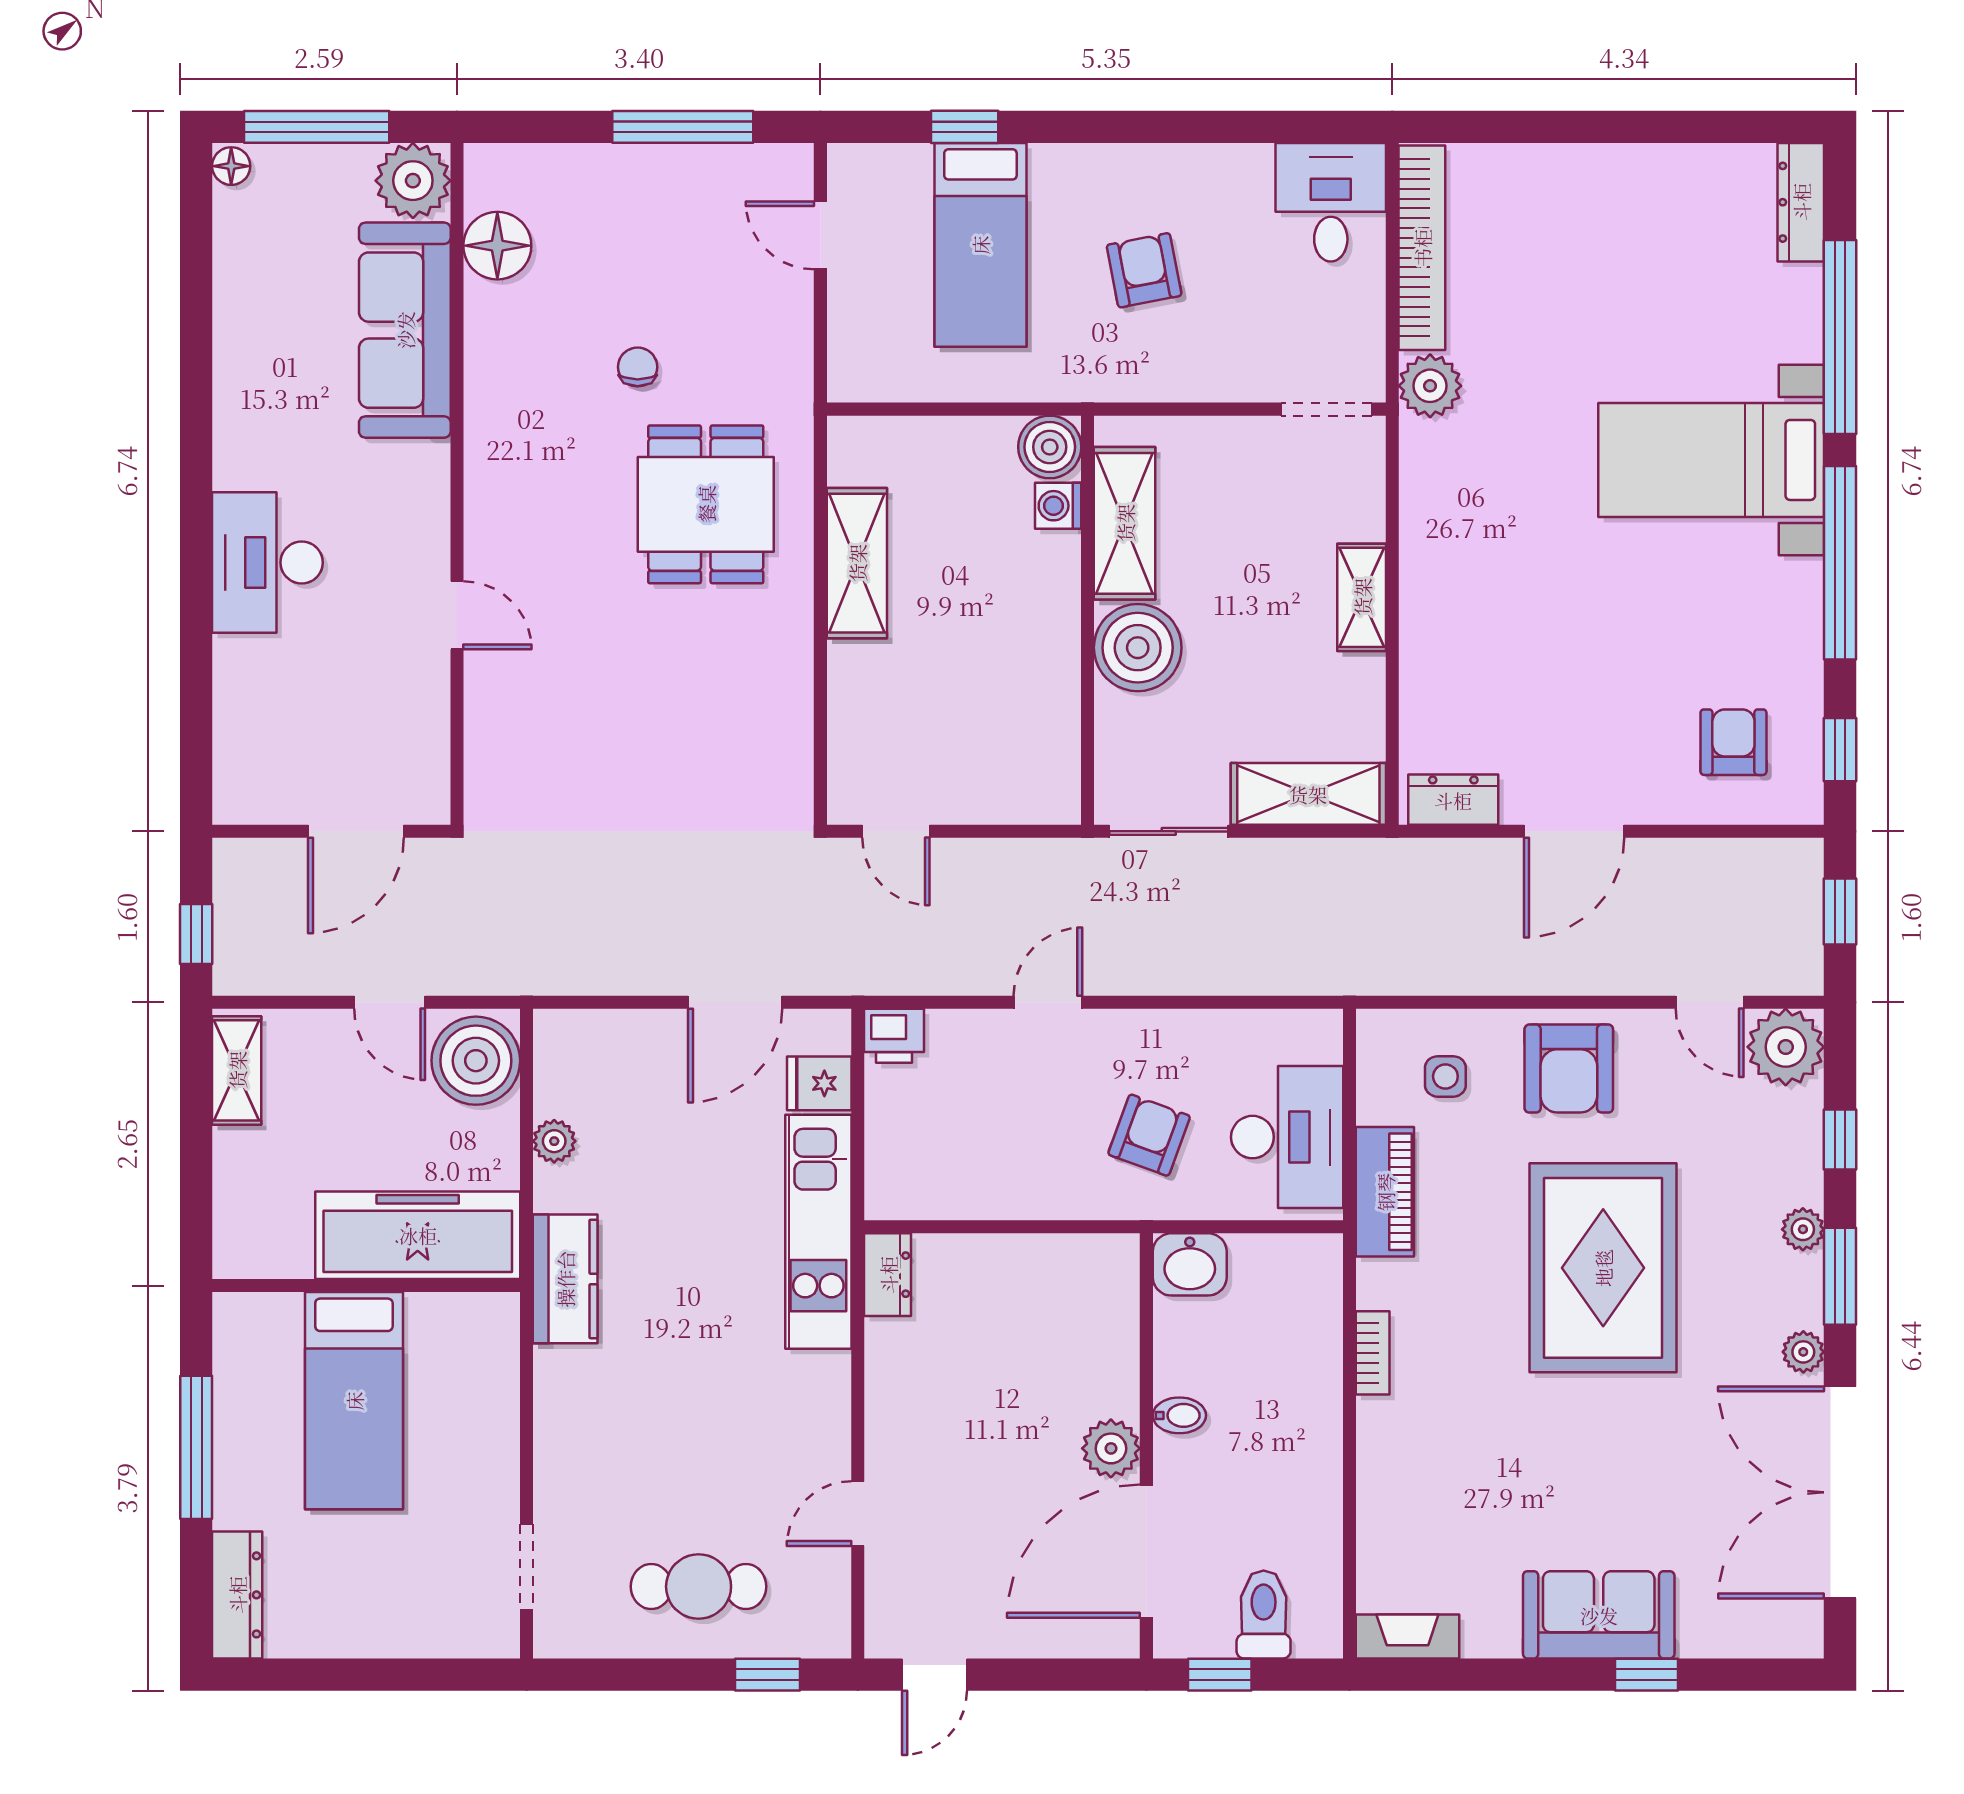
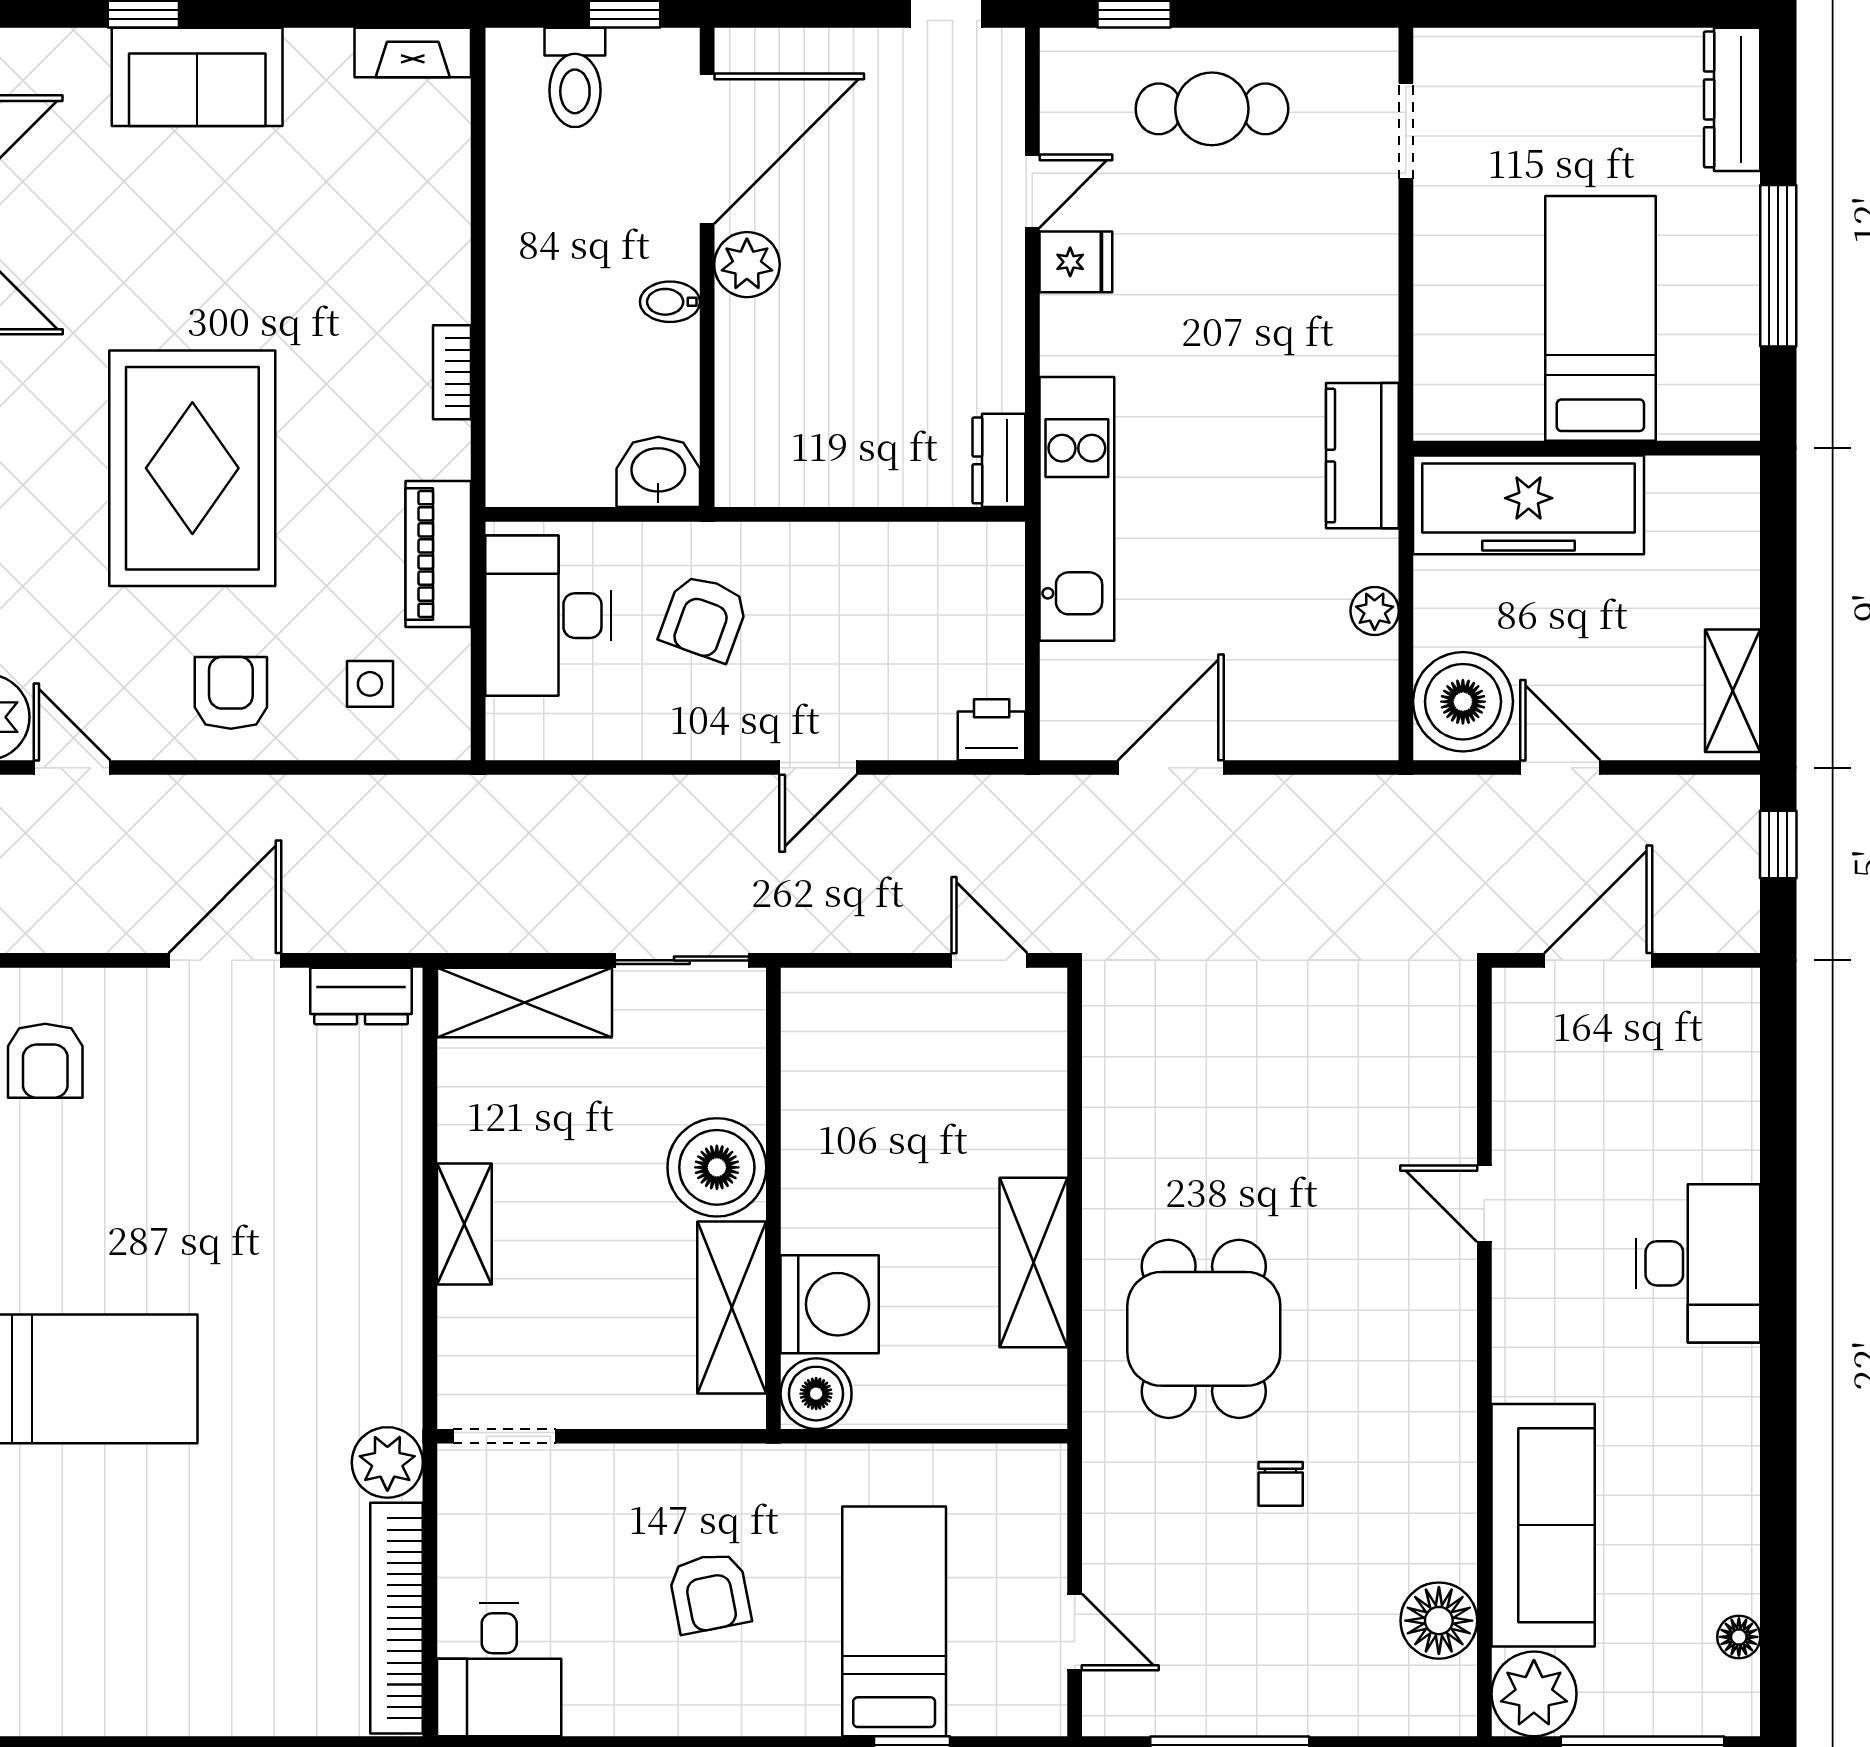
floor lamp: (231, 166) -> (1739, 1637), moved
washing machine: (1058, 506) -> (830, 1304), width x1.89, depth x1.89
armchair: (1569, 1069) -> (231, 693), width x0.72, depth x0.72
fridge: (819, 1083) -> (1076, 262), moved

